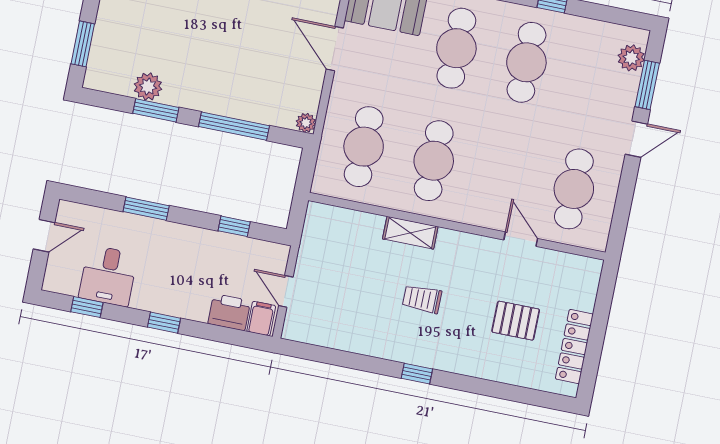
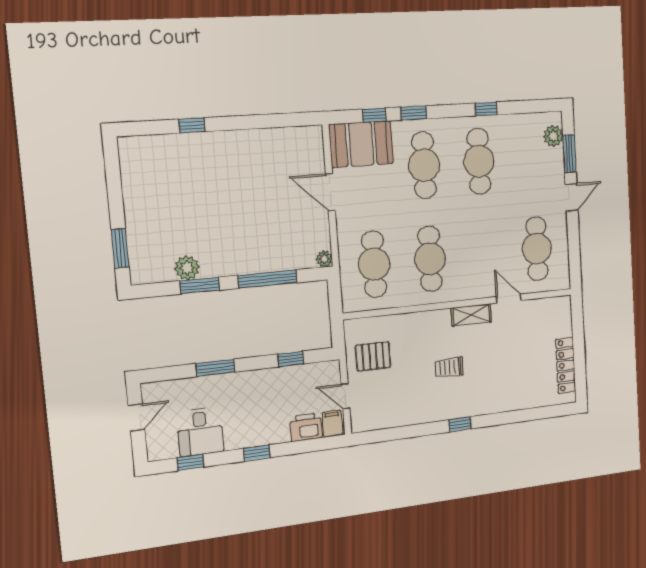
shelving: (410, 233) -> (471, 315), moved
pallet: (516, 321) -> (373, 356), moved

